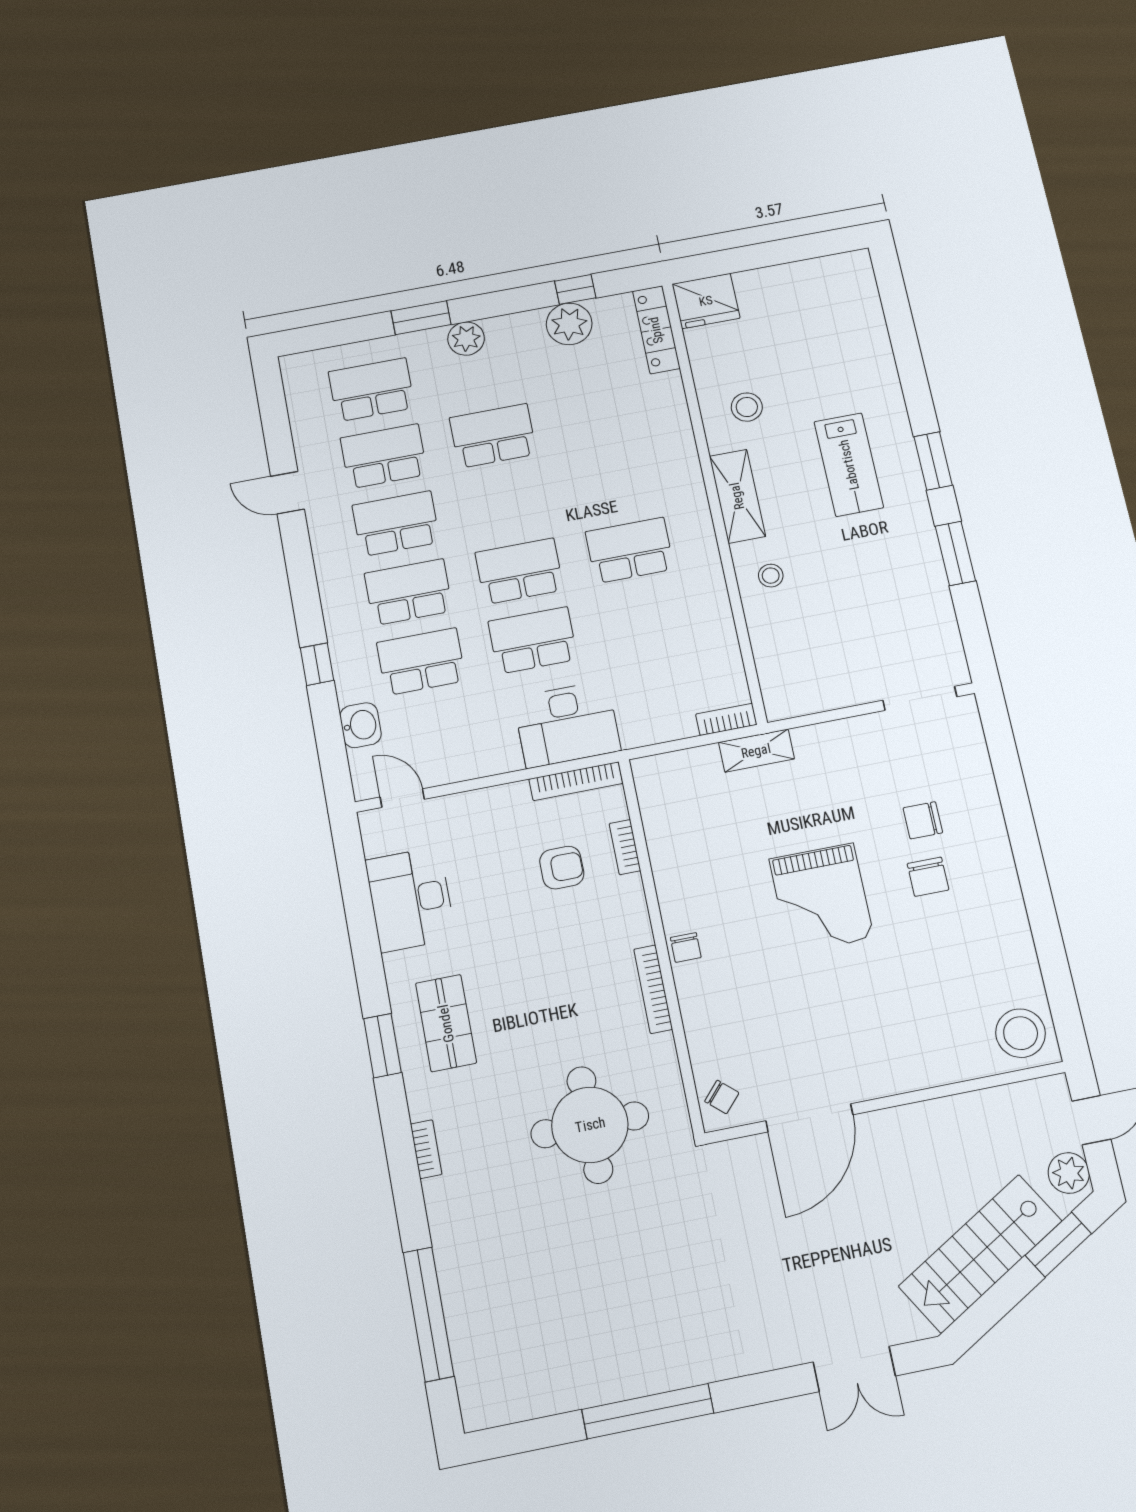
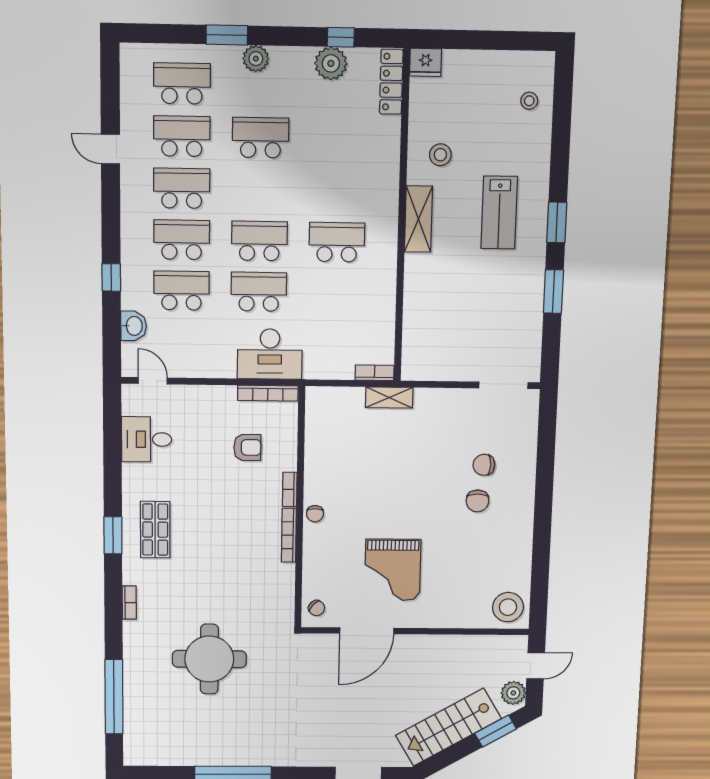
fridge: (706, 301) -> (426, 62), width x0.73, depth x0.75
stool: (771, 576) -> (529, 101), moved
bookcase: (625, 847) -> (290, 489), moved
grand piano: (821, 898) -> (393, 570), moved
desk: (410, 899) -> (146, 439), width x0.73
round table: (590, 1125) -> (209, 659), moved

